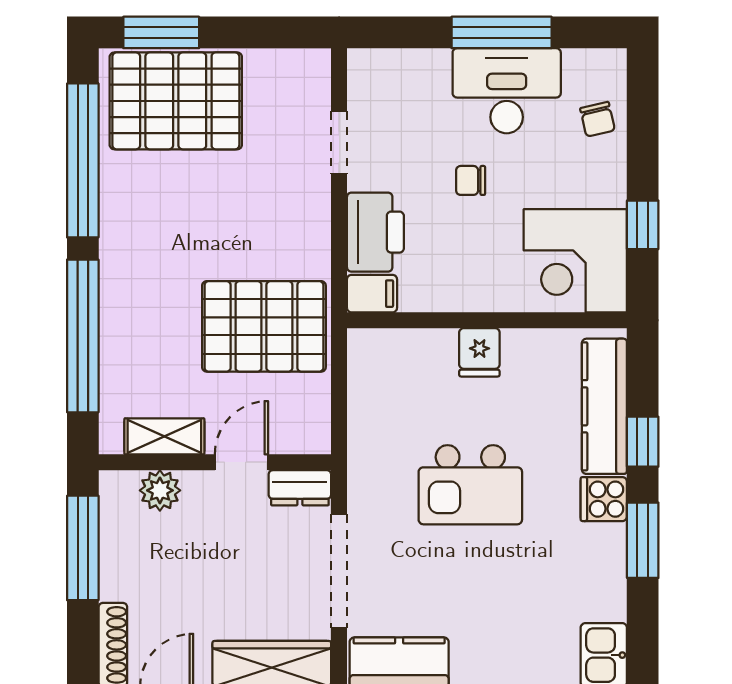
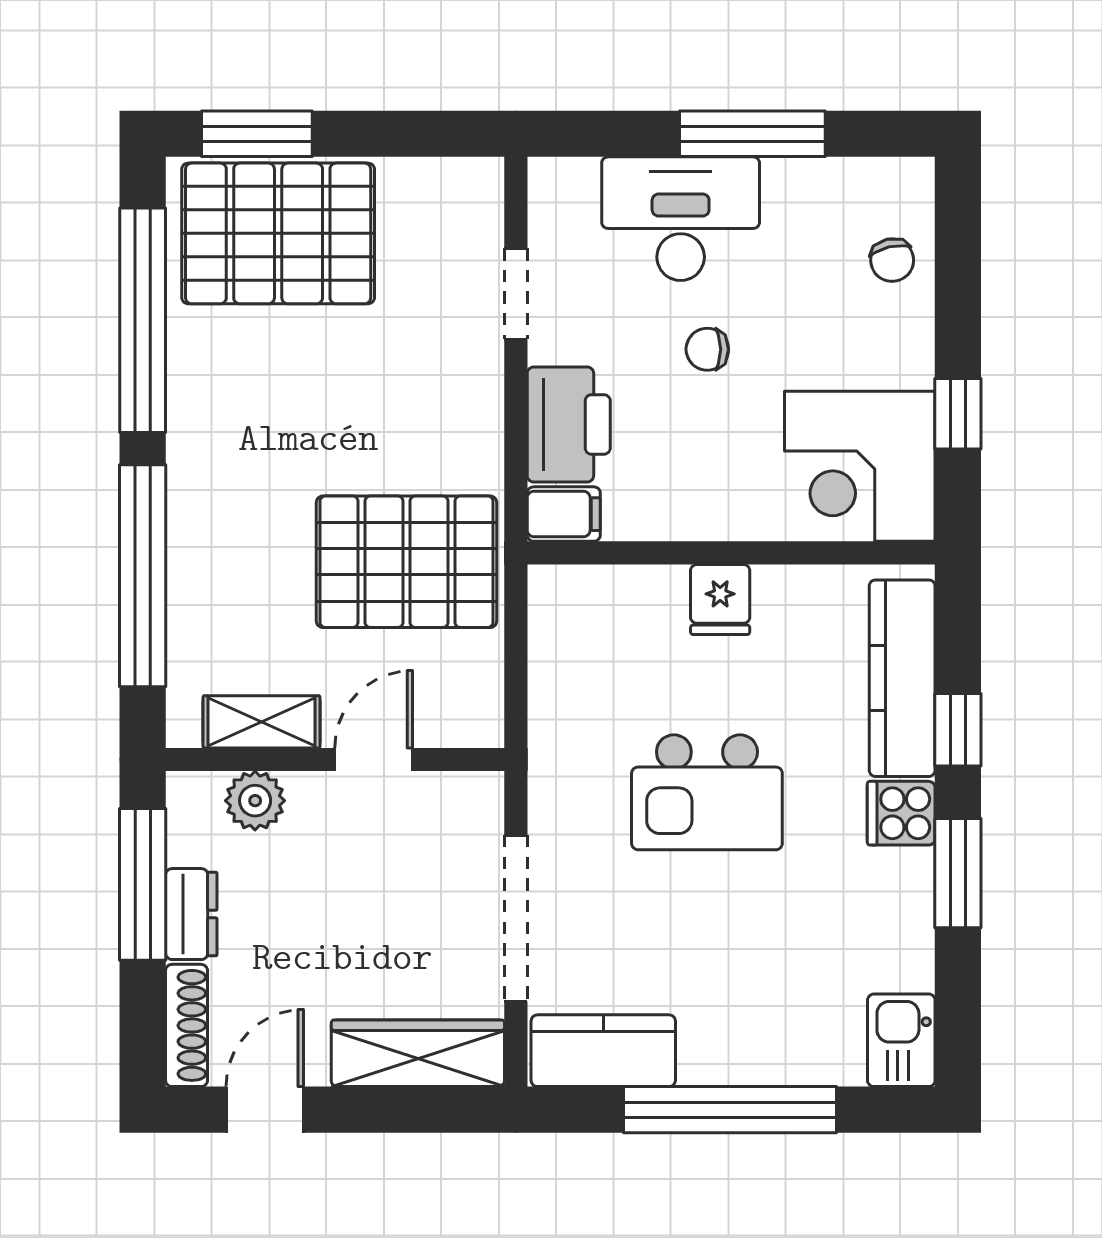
desk: (507, 91) -> (681, 219), moved
dresser: (300, 488) -> (191, 914), moved, turned -90

